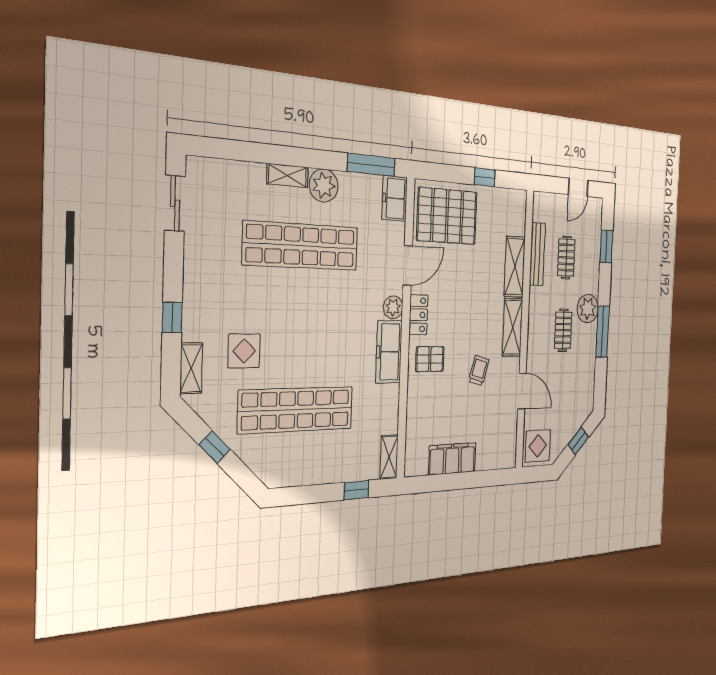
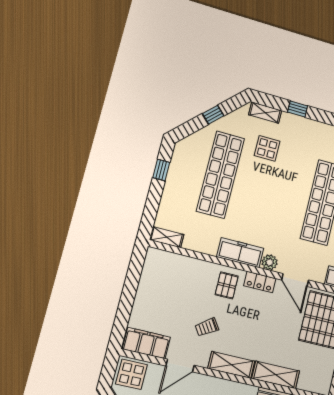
trolley: (479, 371) -> (207, 327), turned 130
filing cabinet: (452, 459) -> (146, 343), moved, turned -90
window: (356, 490) -> (161, 170), moved

